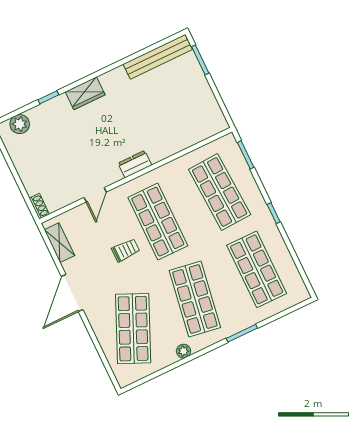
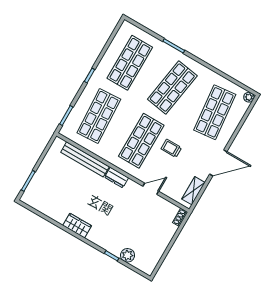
bench: (158, 57) -> (85, 159), moved
wardrobe: (85, 93) -> (77, 226), moved
plant: (20, 124) -> (128, 255), moved
shop shelf: (133, 329) -> (215, 112), turned -30
plant: (184, 351) -> (249, 97), moved

